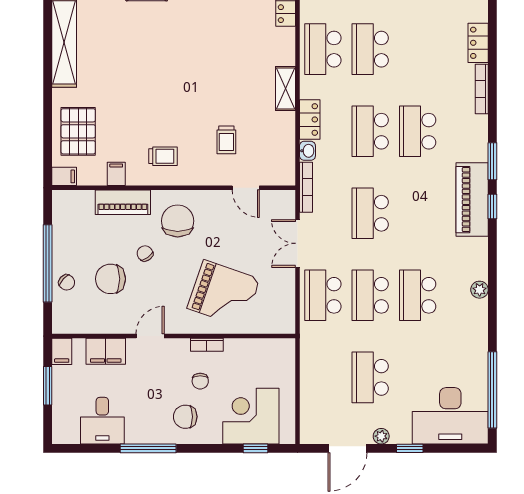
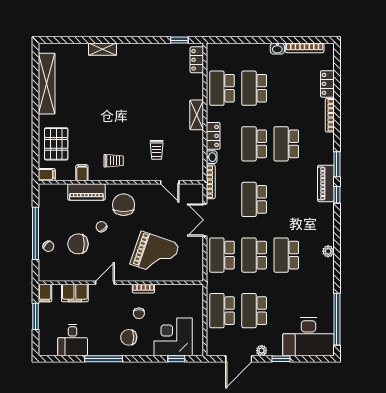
piano: (472, 200) -> (326, 183), width x0.73, depth x0.75
school desk: (323, 377) -> (222, 311), added

